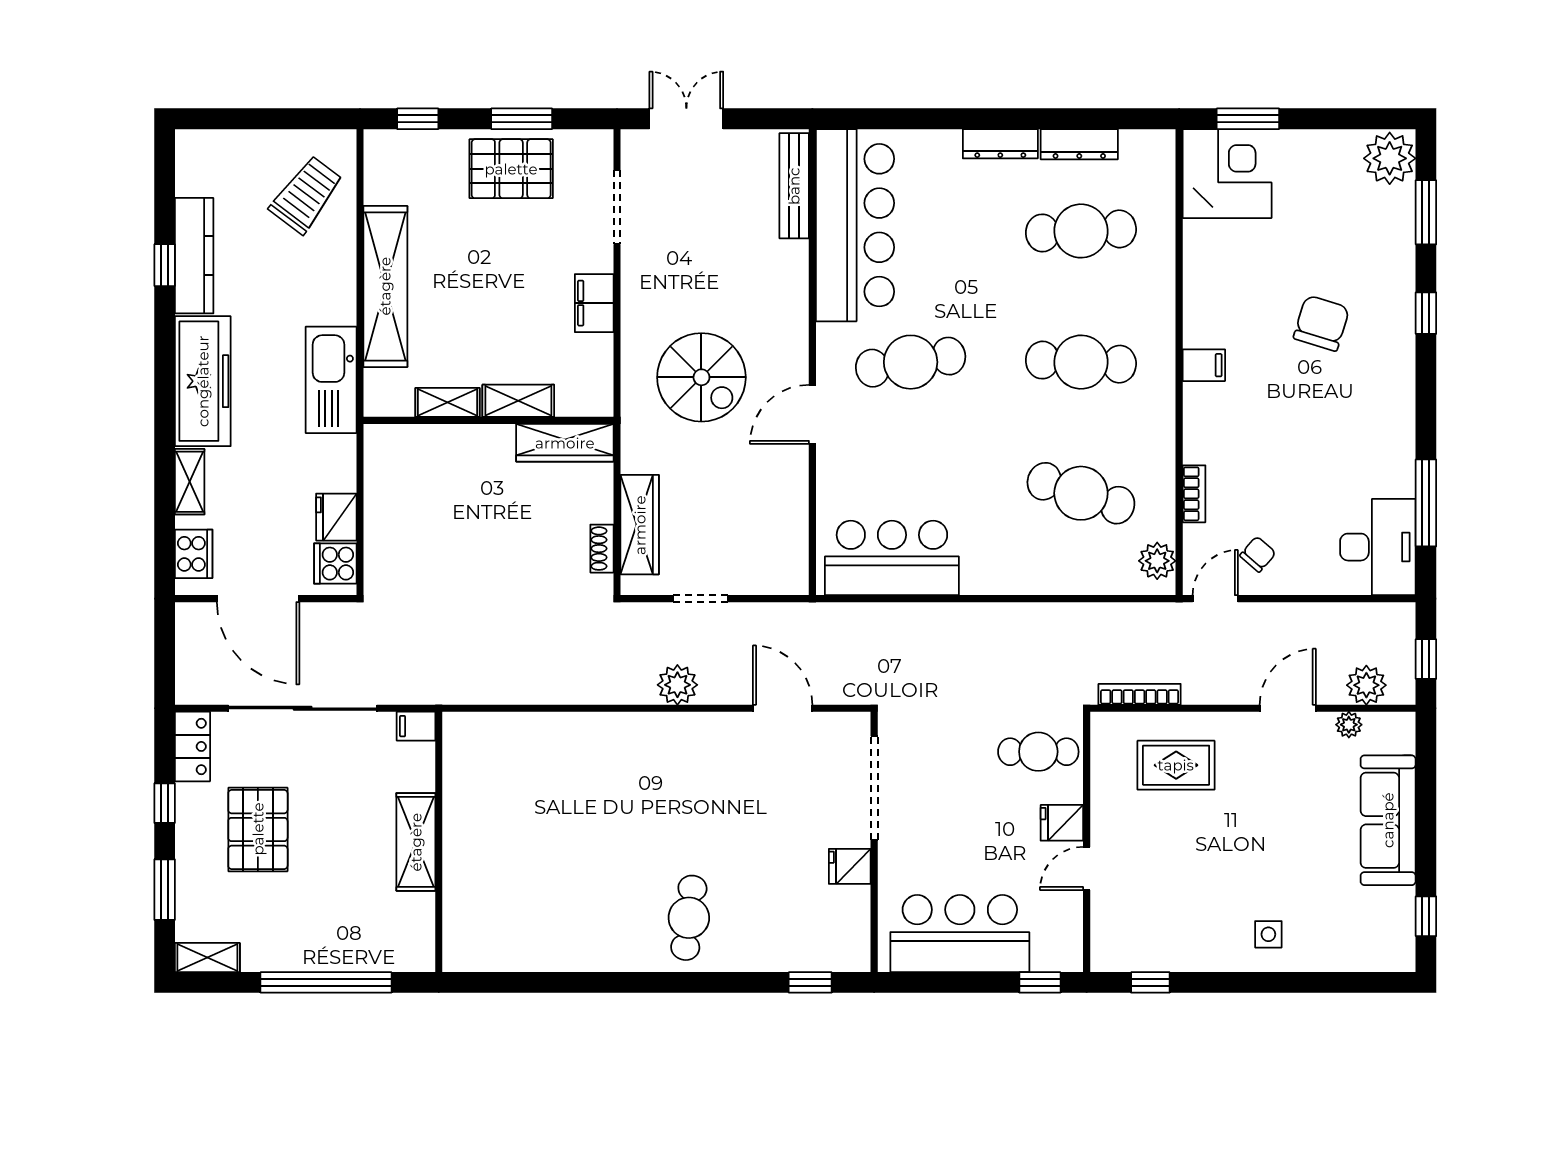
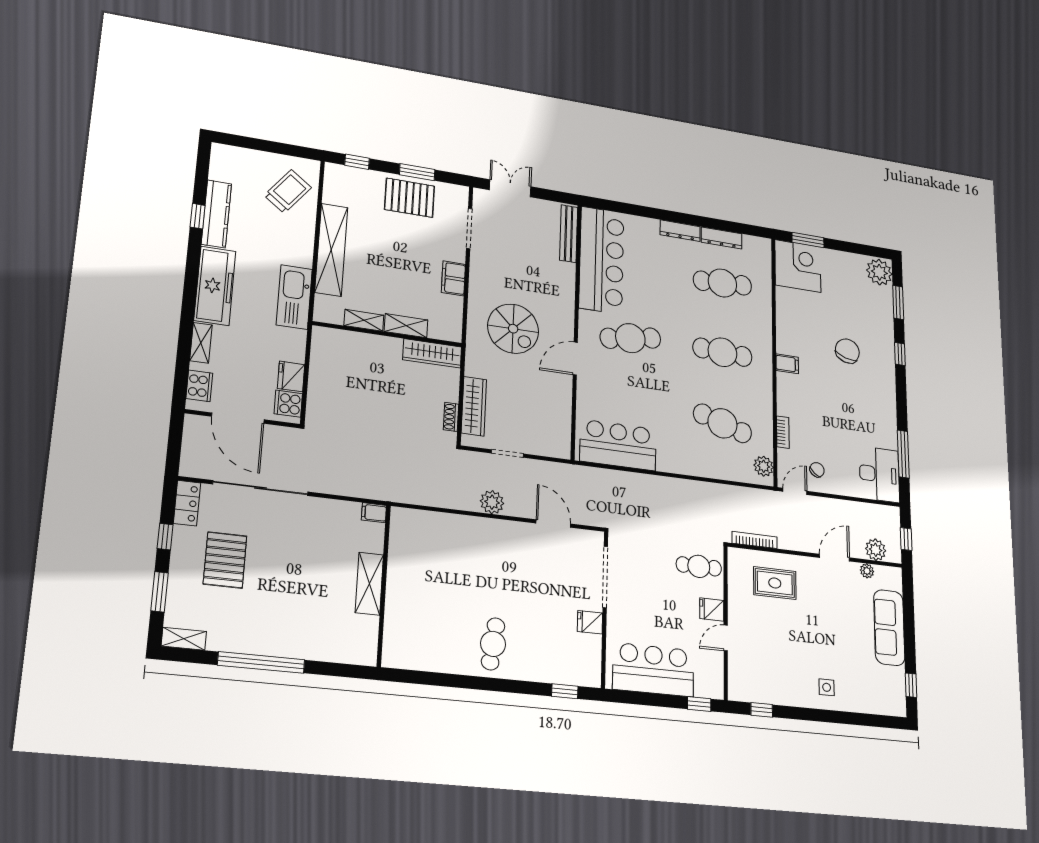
filing cabinet: (416, 726) -> (374, 513), moved
shelving: (416, 842) -> (369, 584), moved
wall: (439, 842) -> (384, 585), moved

